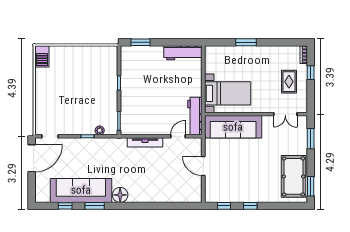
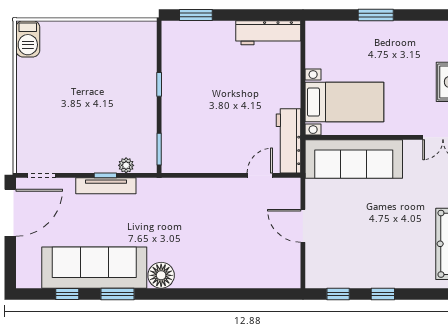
tv unit: (145, 142) -> (106, 186), moved

